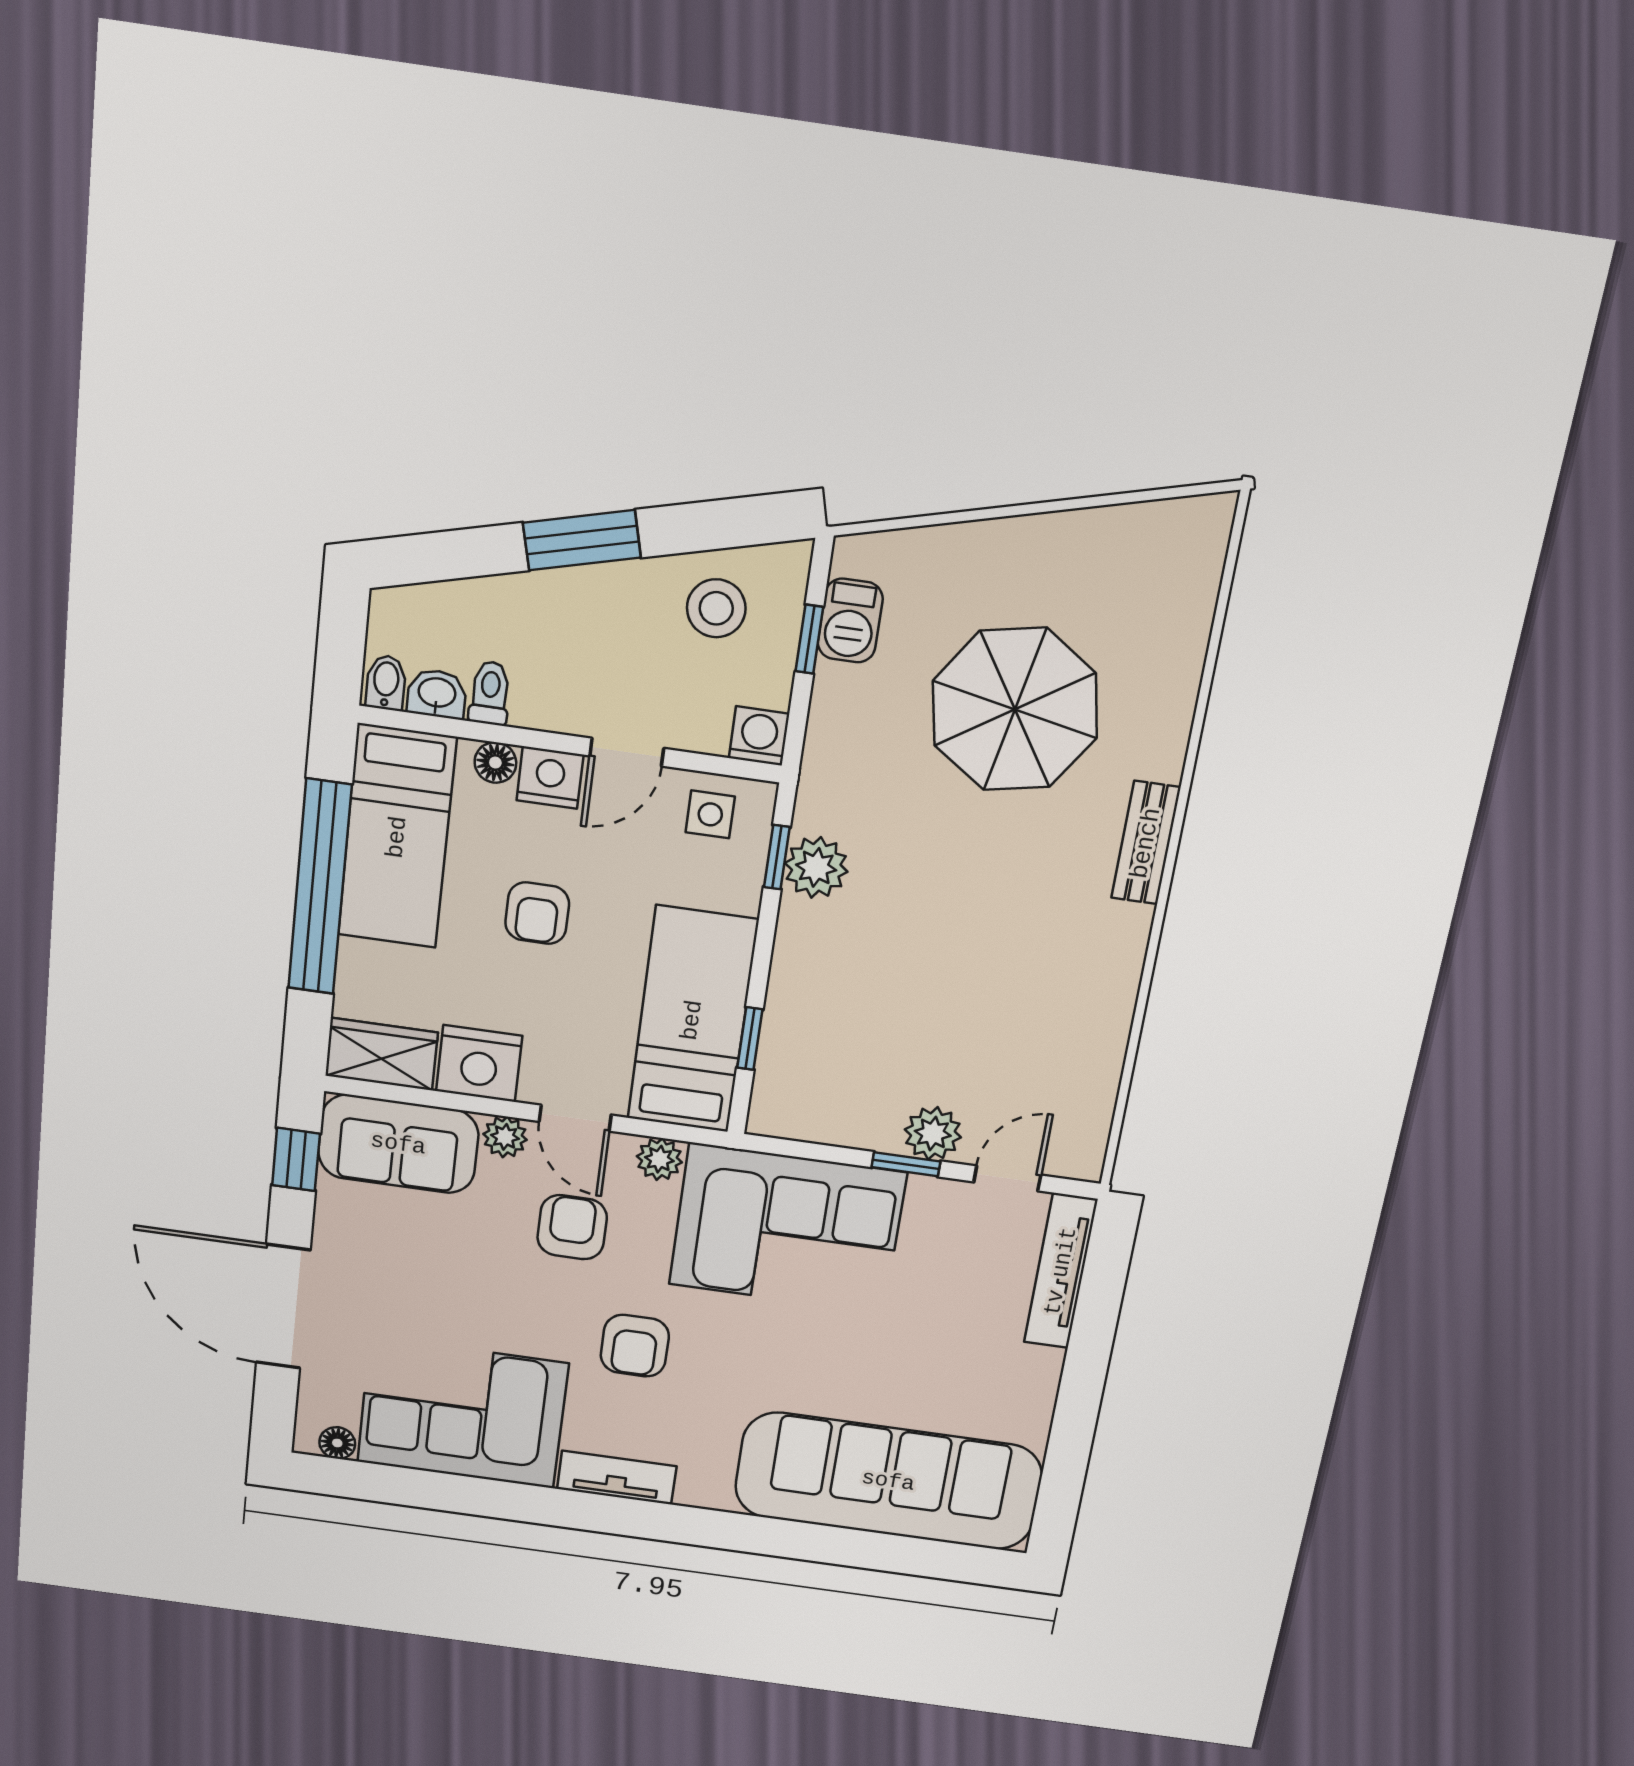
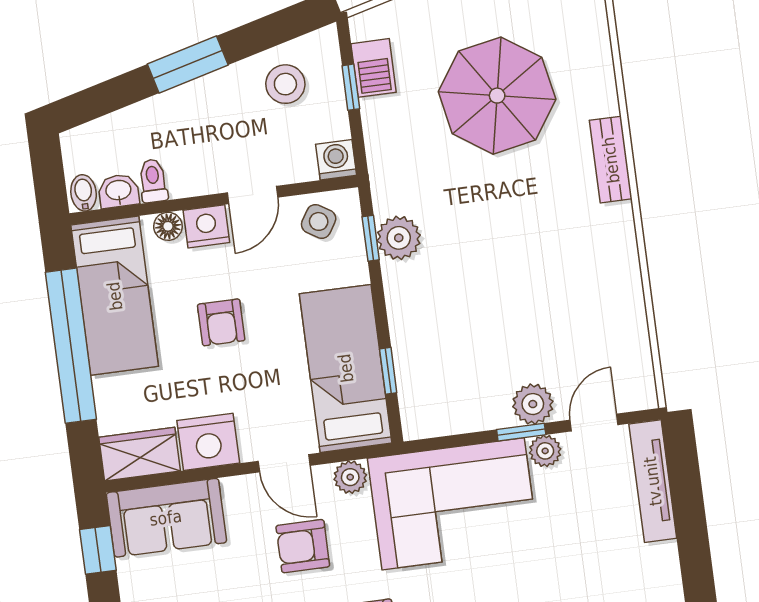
side table: (710, 814) -> (319, 221), turned 32
plant: (505, 1137) -> (545, 451), moved
armchair: (572, 1227) -> (303, 546), turned -90

